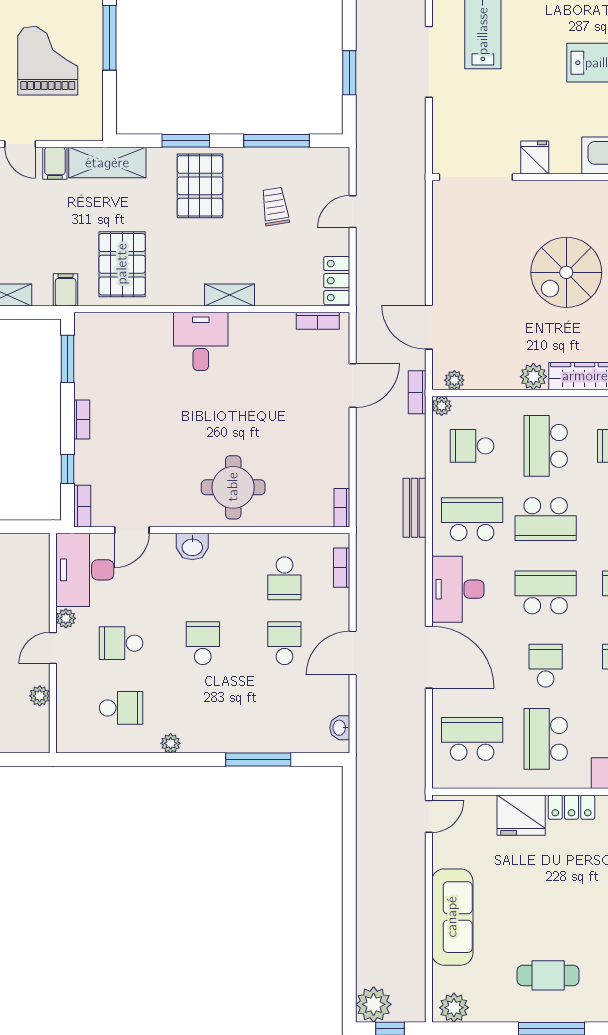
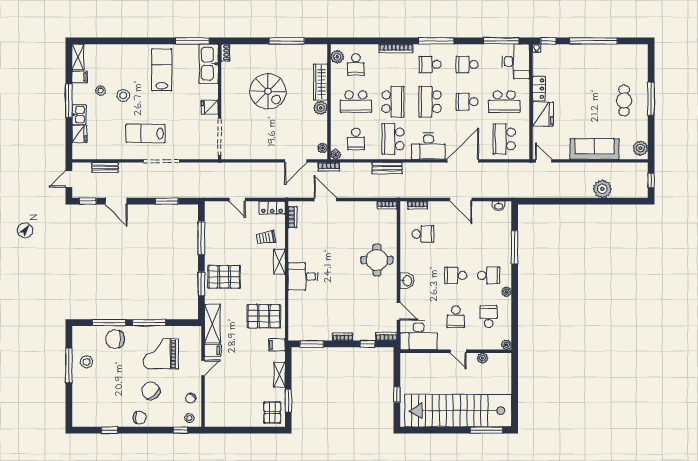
trolley: (275, 207) -> (266, 238), moved
plant: (66, 618) -> (507, 345), moved
school desk: (284, 643) -> (489, 275), moved, turned 180
plant: (374, 1004) -> (602, 189), moved

